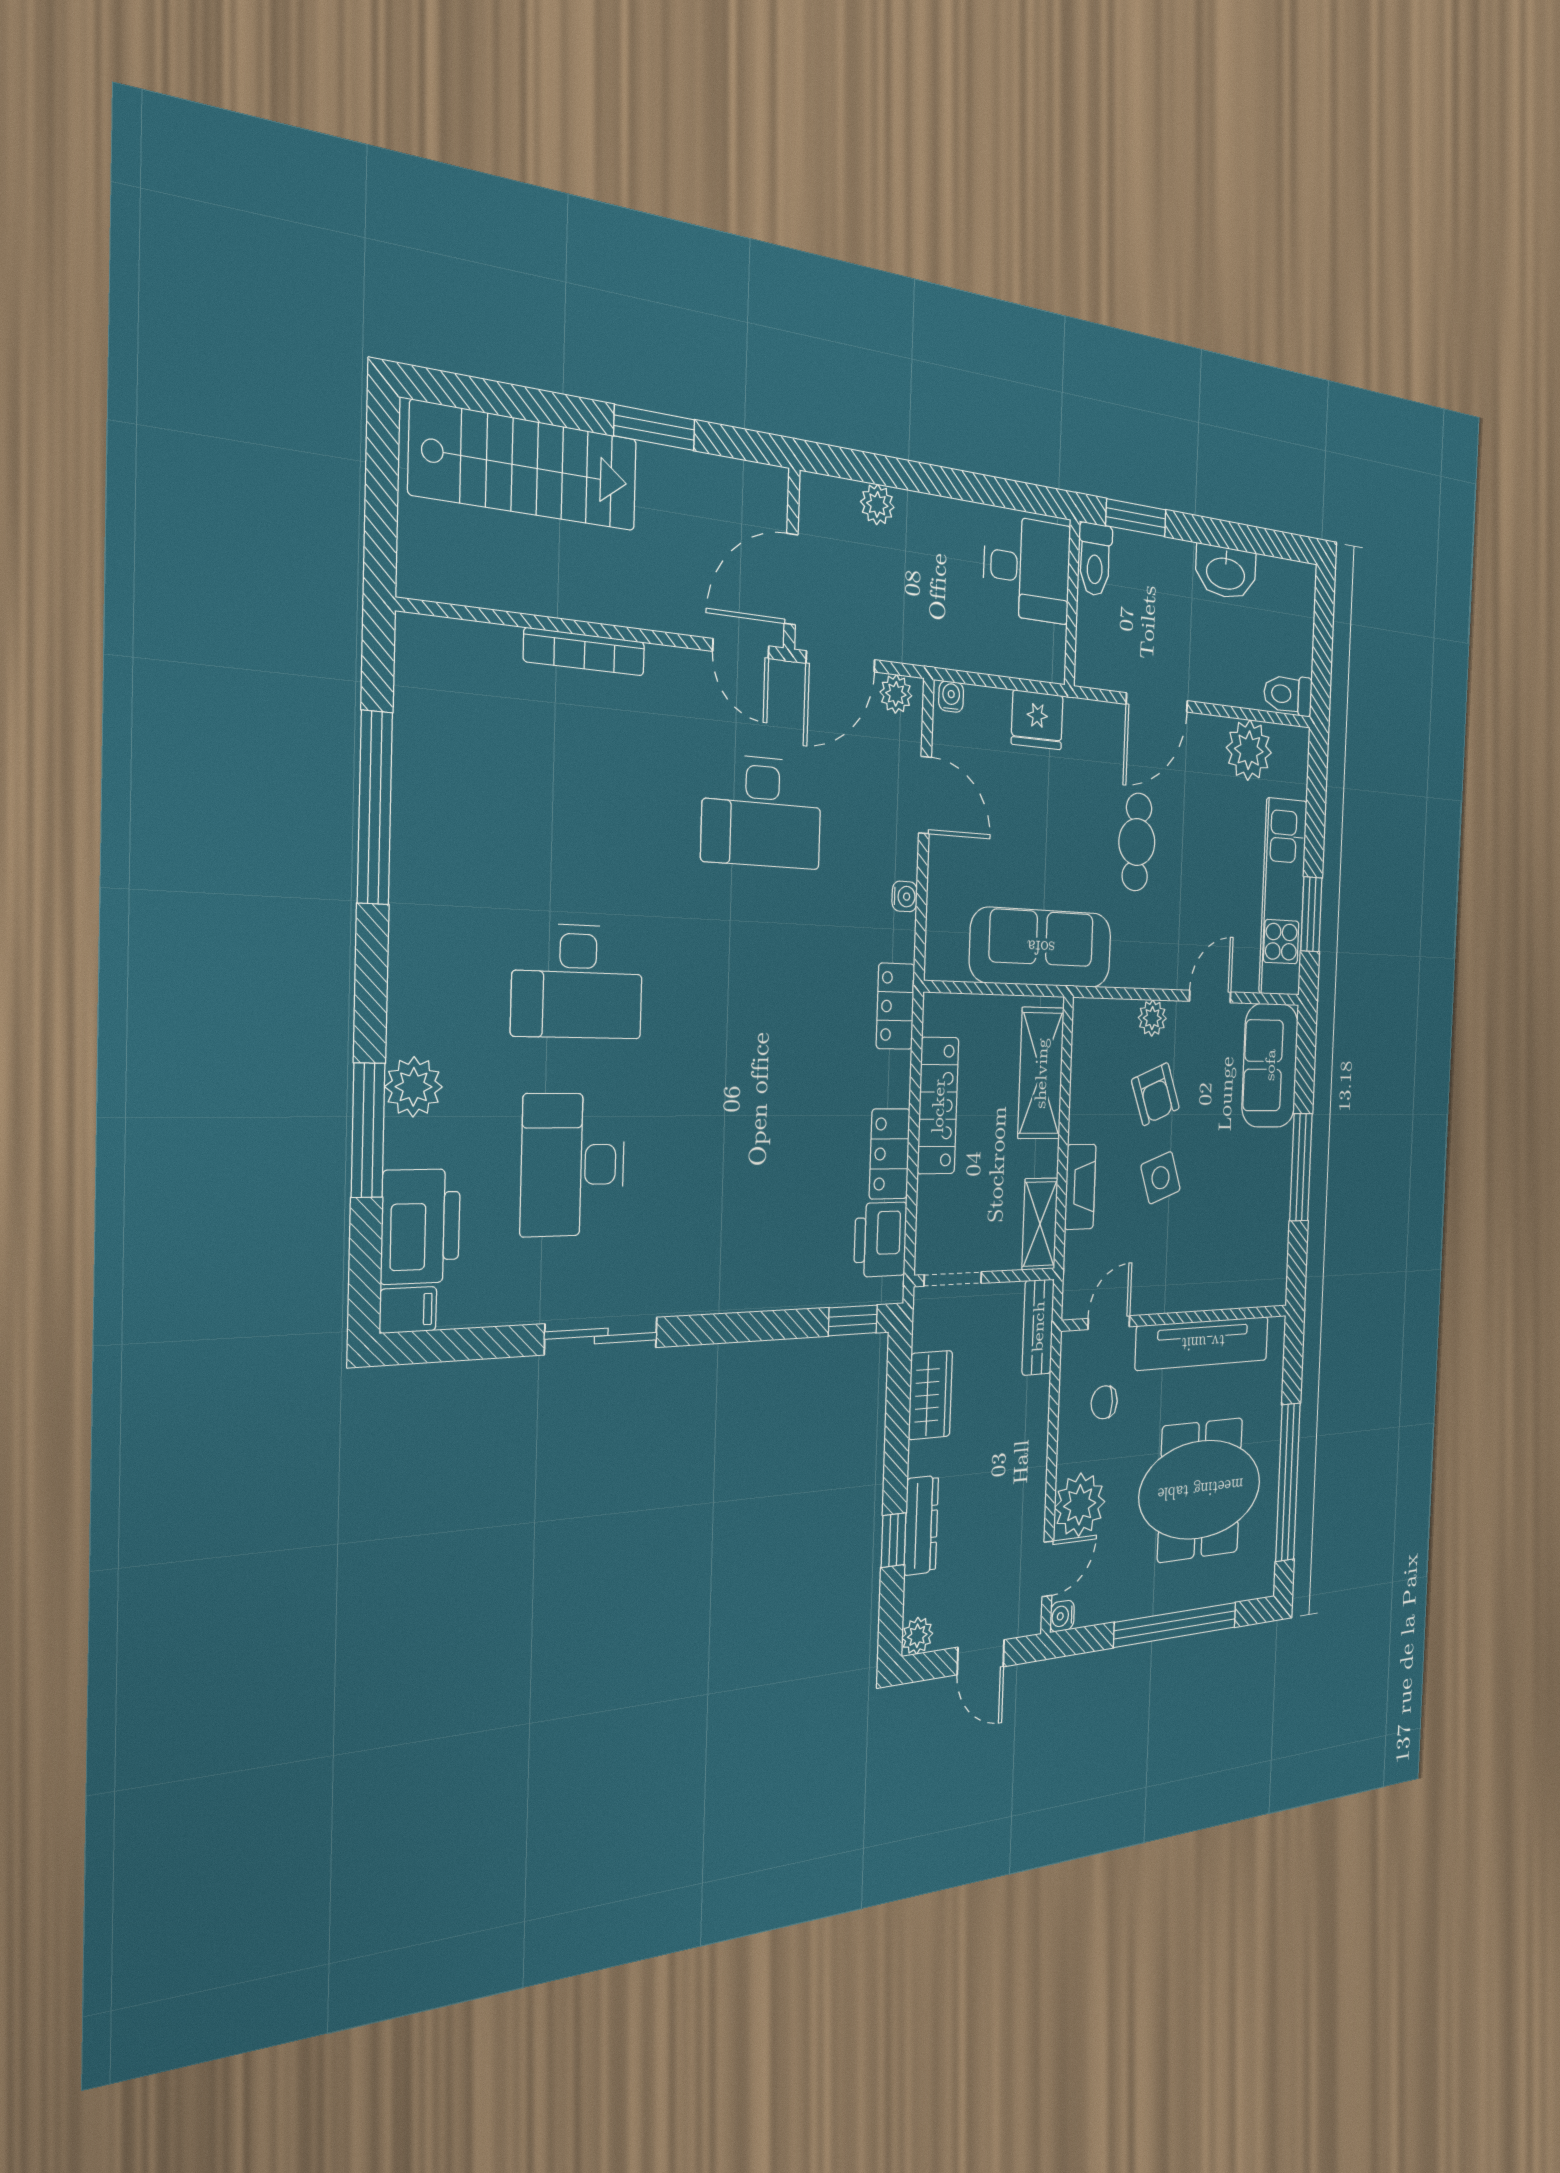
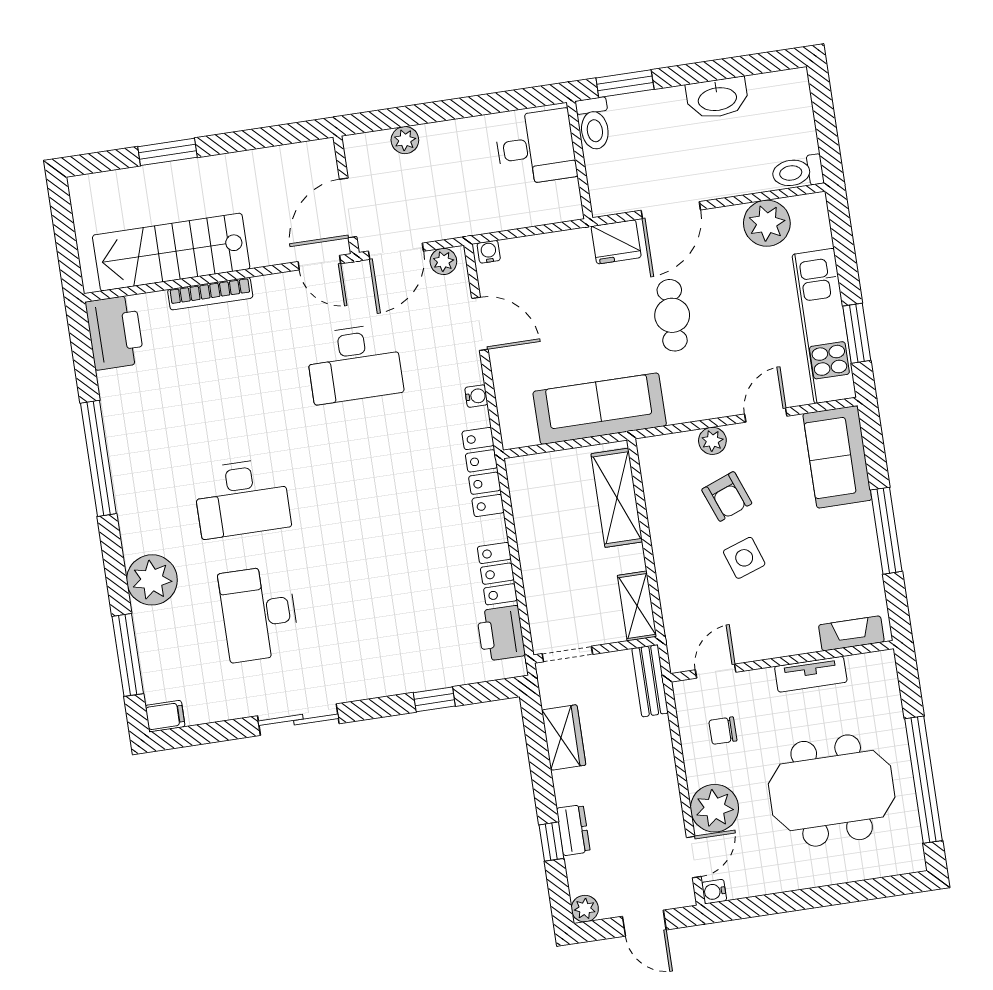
window: (654, 428) -> (167, 152), moved
stairs: (525, 467) -> (171, 252), moved, turned 180
fridge: (1037, 720) -> (616, 242), moved
window: (375, 808) -> (98, 458), moved
locker: (895, 1006) -> (483, 472), width x1.53
plant: (414, 1087) -> (152, 580), width x1.36, depth x1.36
locker: (938, 1106) -> (531, 535), removed
window: (368, 1130) -> (128, 655), moved
fireplace: (1080, 1187) -> (851, 633), moved, turned -90
printer: (421, 1226) -> (115, 332), moved
window: (853, 1320) -> (434, 699), moved
tv unit: (1203, 1343) -> (811, 674), width x0.52, depth x0.78
dresser: (921, 1525) -> (573, 830), width x0.70
window: (1176, 1625) -> (827, 896), removed

